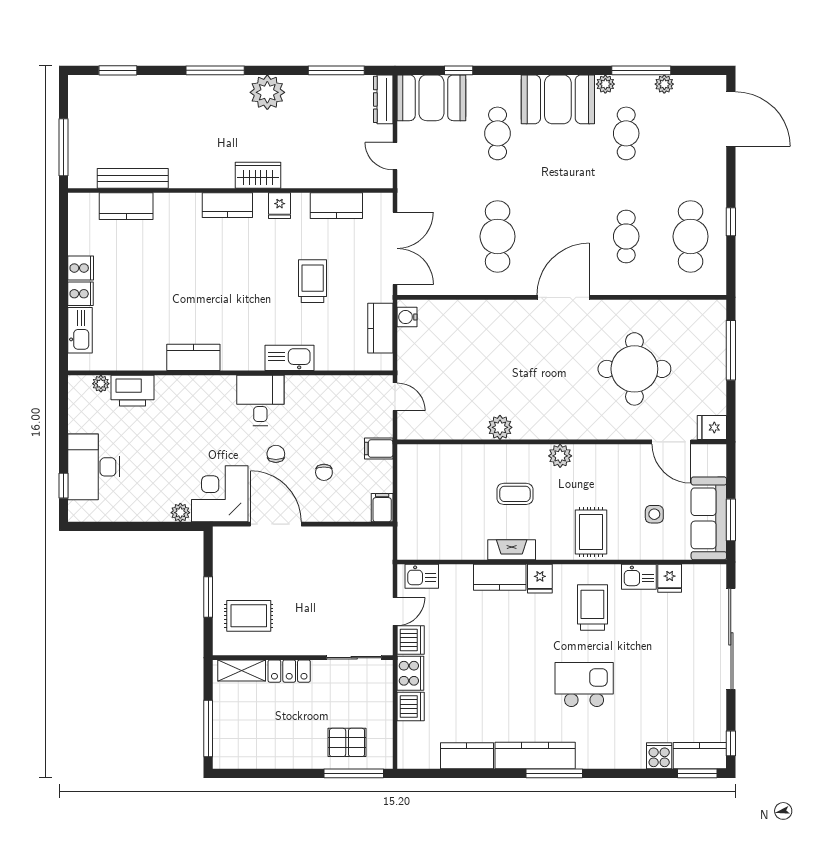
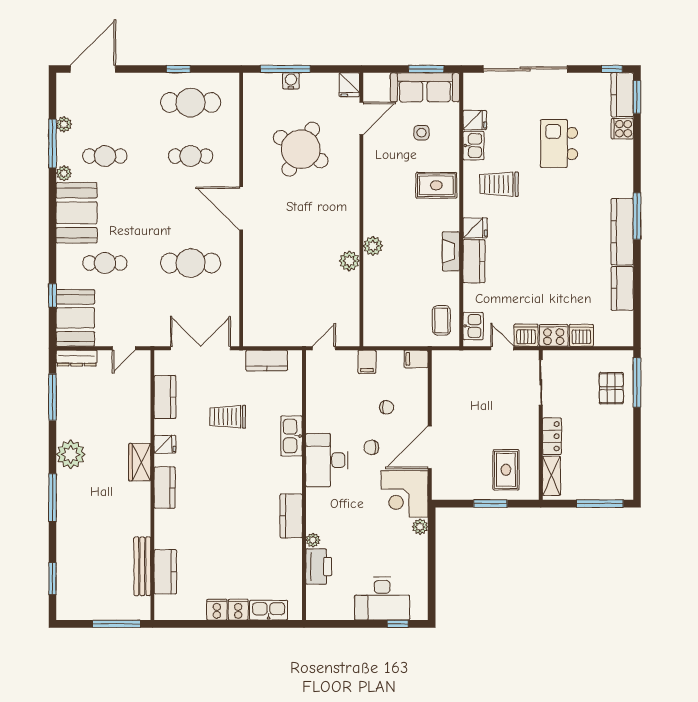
water cooler: (407, 317) -> (291, 81), moved, turned 180
round table: (634, 369) -> (301, 149), turned 30
plant: (101, 384) -> (313, 540), moved
desk: (260, 400) -> (327, 460), width x1.37
plant: (560, 456) -> (373, 246), moved
coffee table: (515, 494) -> (441, 320), moved
kitchen island: (584, 684) -> (559, 144), moved

